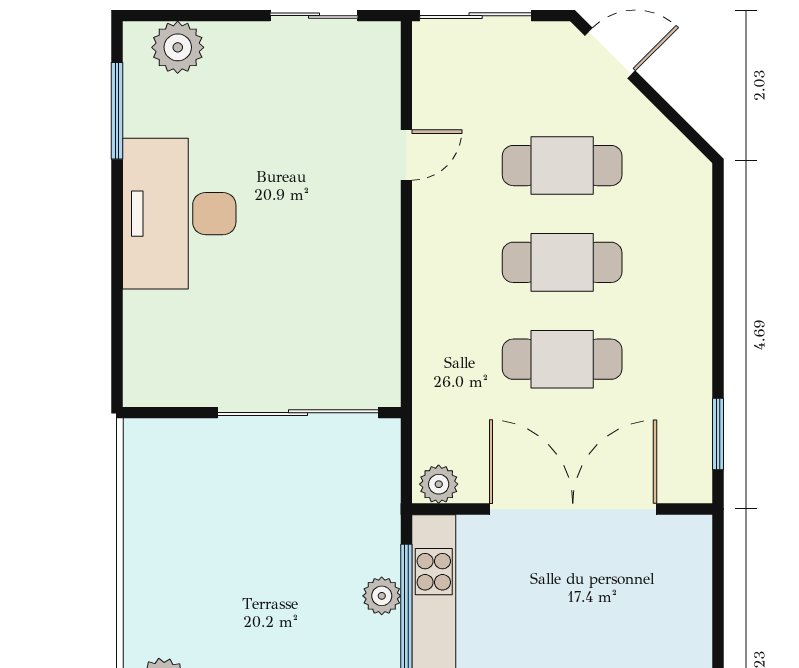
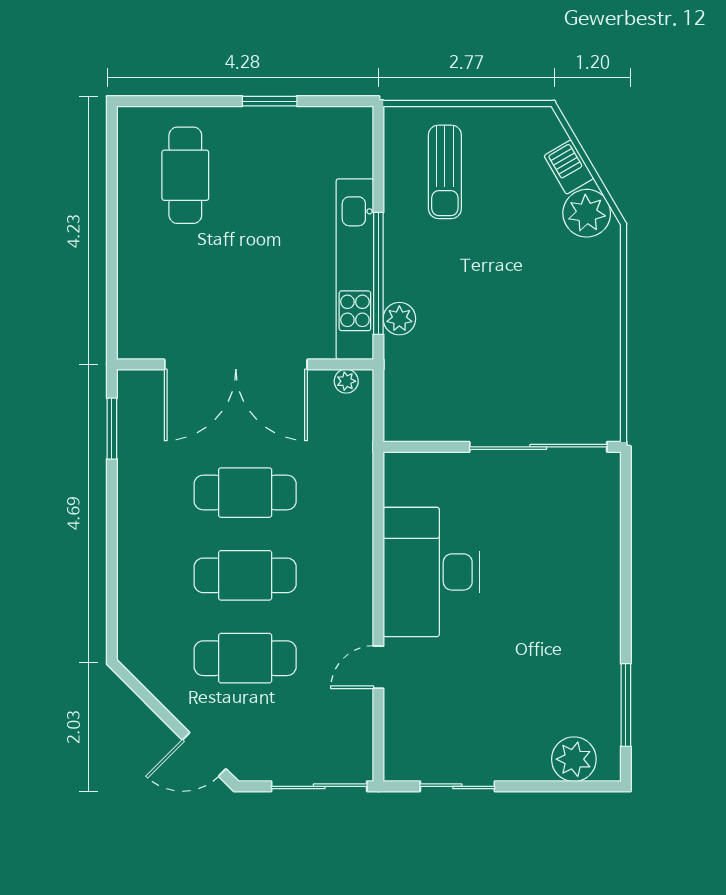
desk: (179, 214) -> (432, 572), moved, turned 180
sliding door: (298, 413) -> (538, 447), moved
plant: (439, 484) -> (346, 381), width x0.73, depth x0.73
plant: (382, 596) -> (399, 319), moved

